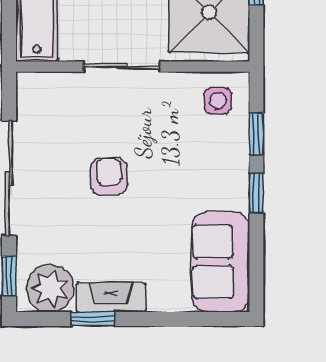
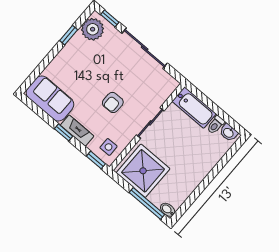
window: (256, 134) -> (96, 160), moved
armchair: (109, 176) -> (113, 103), moved, turned 92
fireplace: (111, 297) -> (77, 131), moved, turned -90

